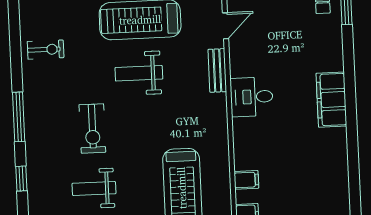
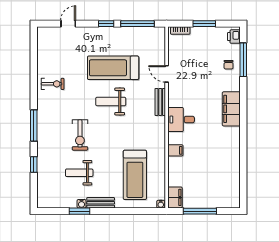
door: (225, 26) -> (167, 74), swing flipped
filing cabinet: (331, 100) -> (231, 109), moved
filing cabinet: (246, 180) -> (175, 150), moved

